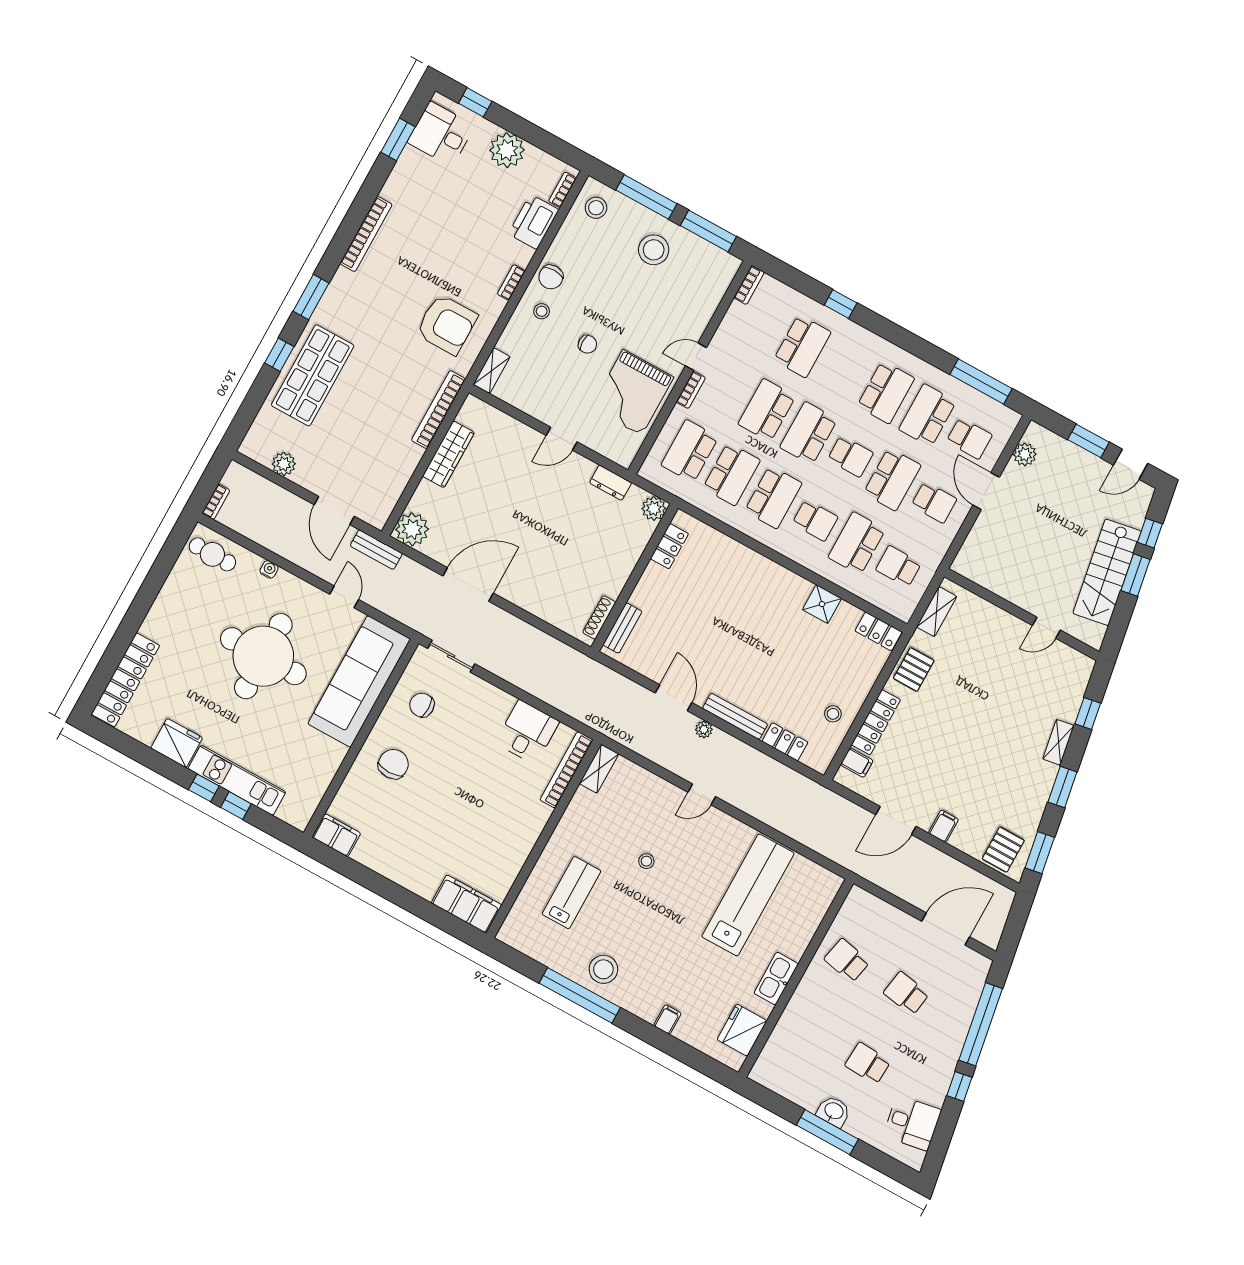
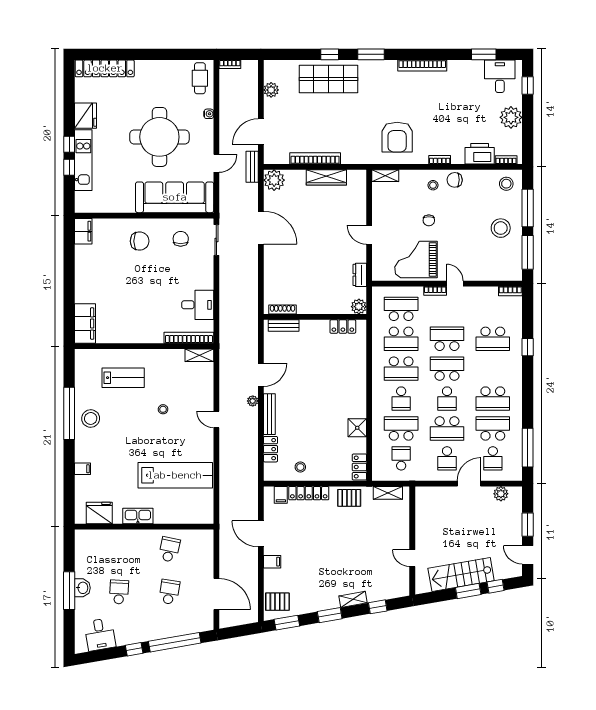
bookcase: (439, 410) -> (315, 158), moved

